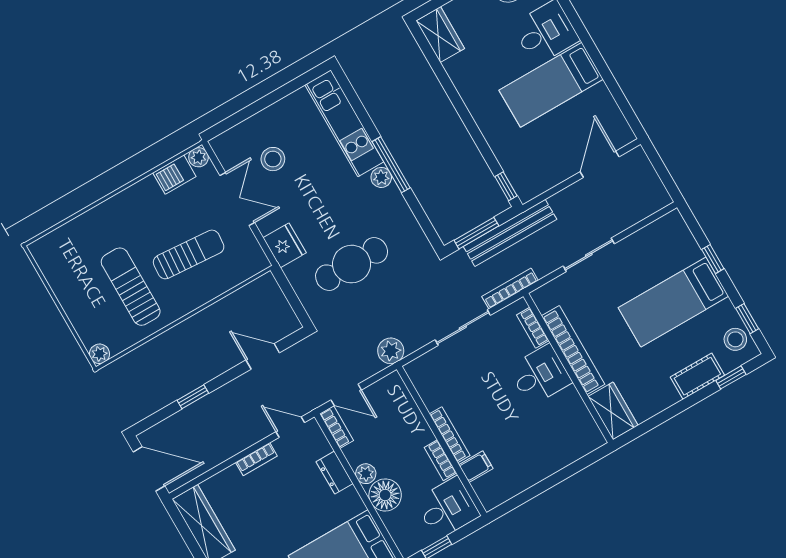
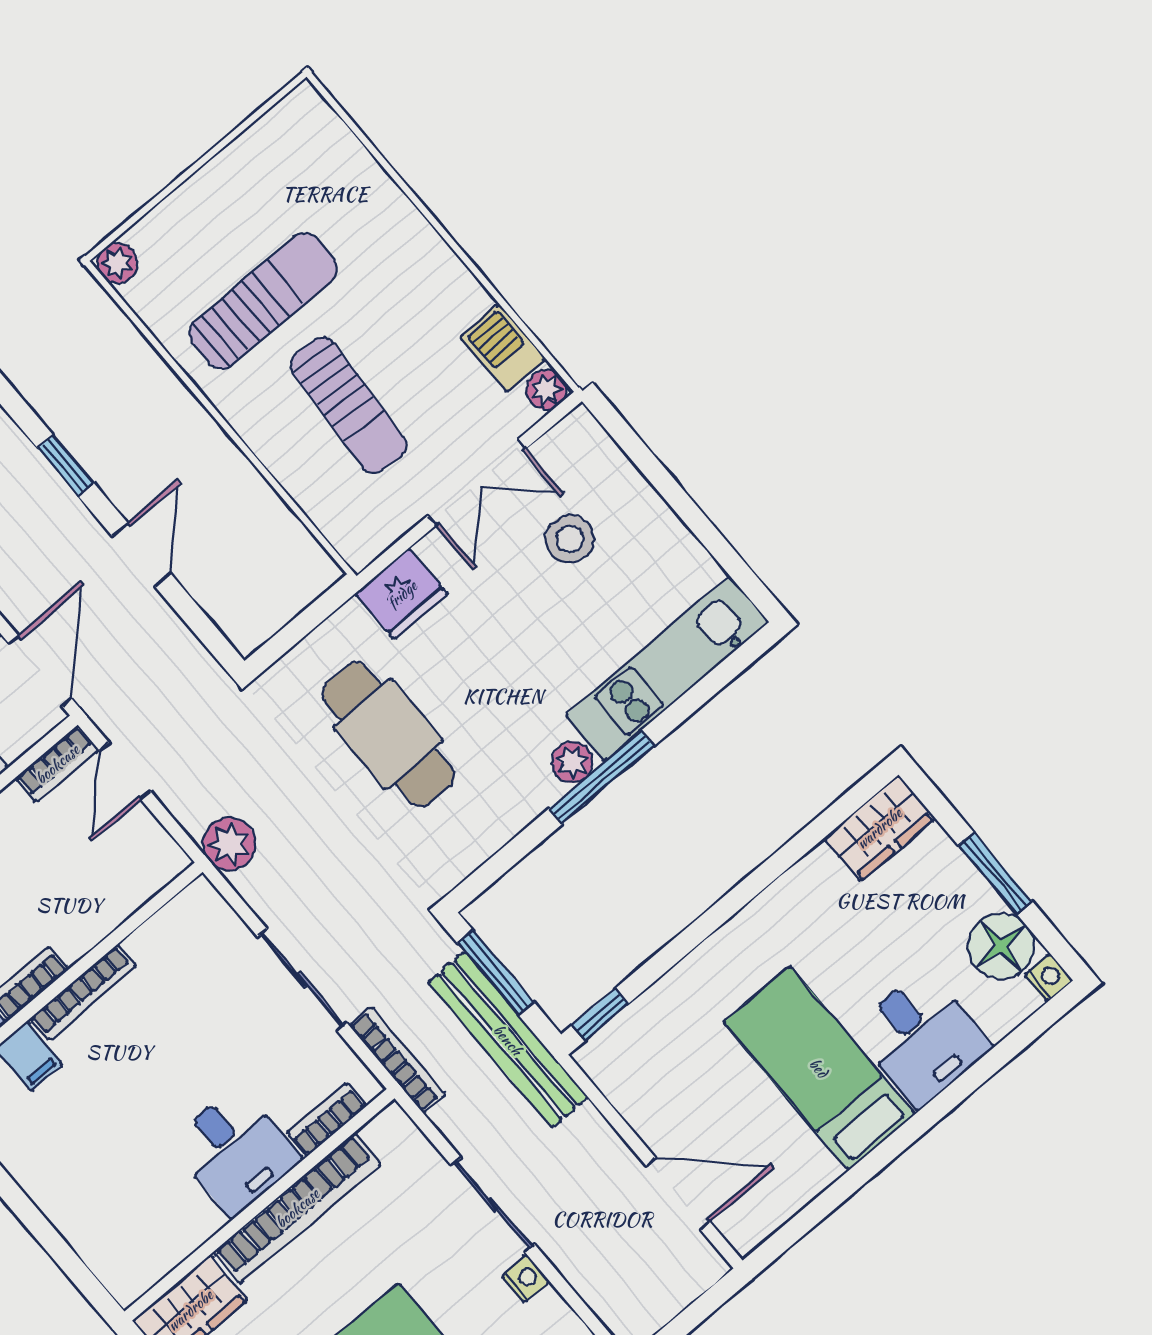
nightstand: (627, 246) -> (526, 1279), added
door: (263, 356) -> (141, 555), moved
door: (290, 427) -> (40, 671), width x1.38

